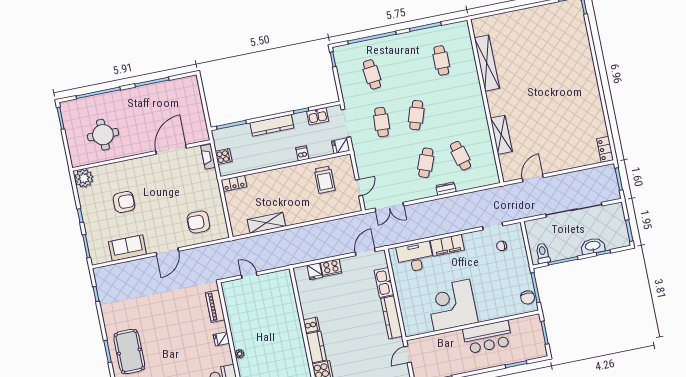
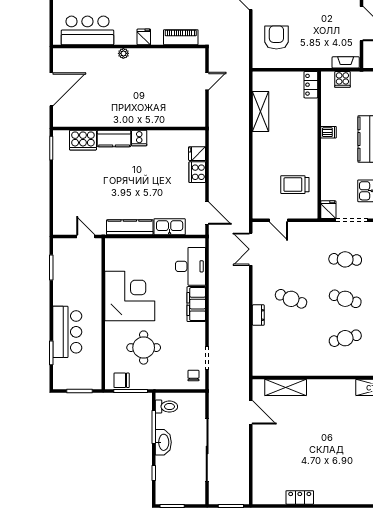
shelving: (501, 135) -> (286, 387), moved
locker: (605, 149) -> (300, 497), moved
dishwasher: (302, 153) -> (329, 132), moved
cafe table: (460, 156) -> (345, 338), moved
chair: (502, 246) -> (193, 376), moved
washbasin: (593, 246) -> (163, 442), moved
round table: (495, 284) -> (144, 348), added
bar counter: (488, 337) -> (67, 332), moved, turned 180

